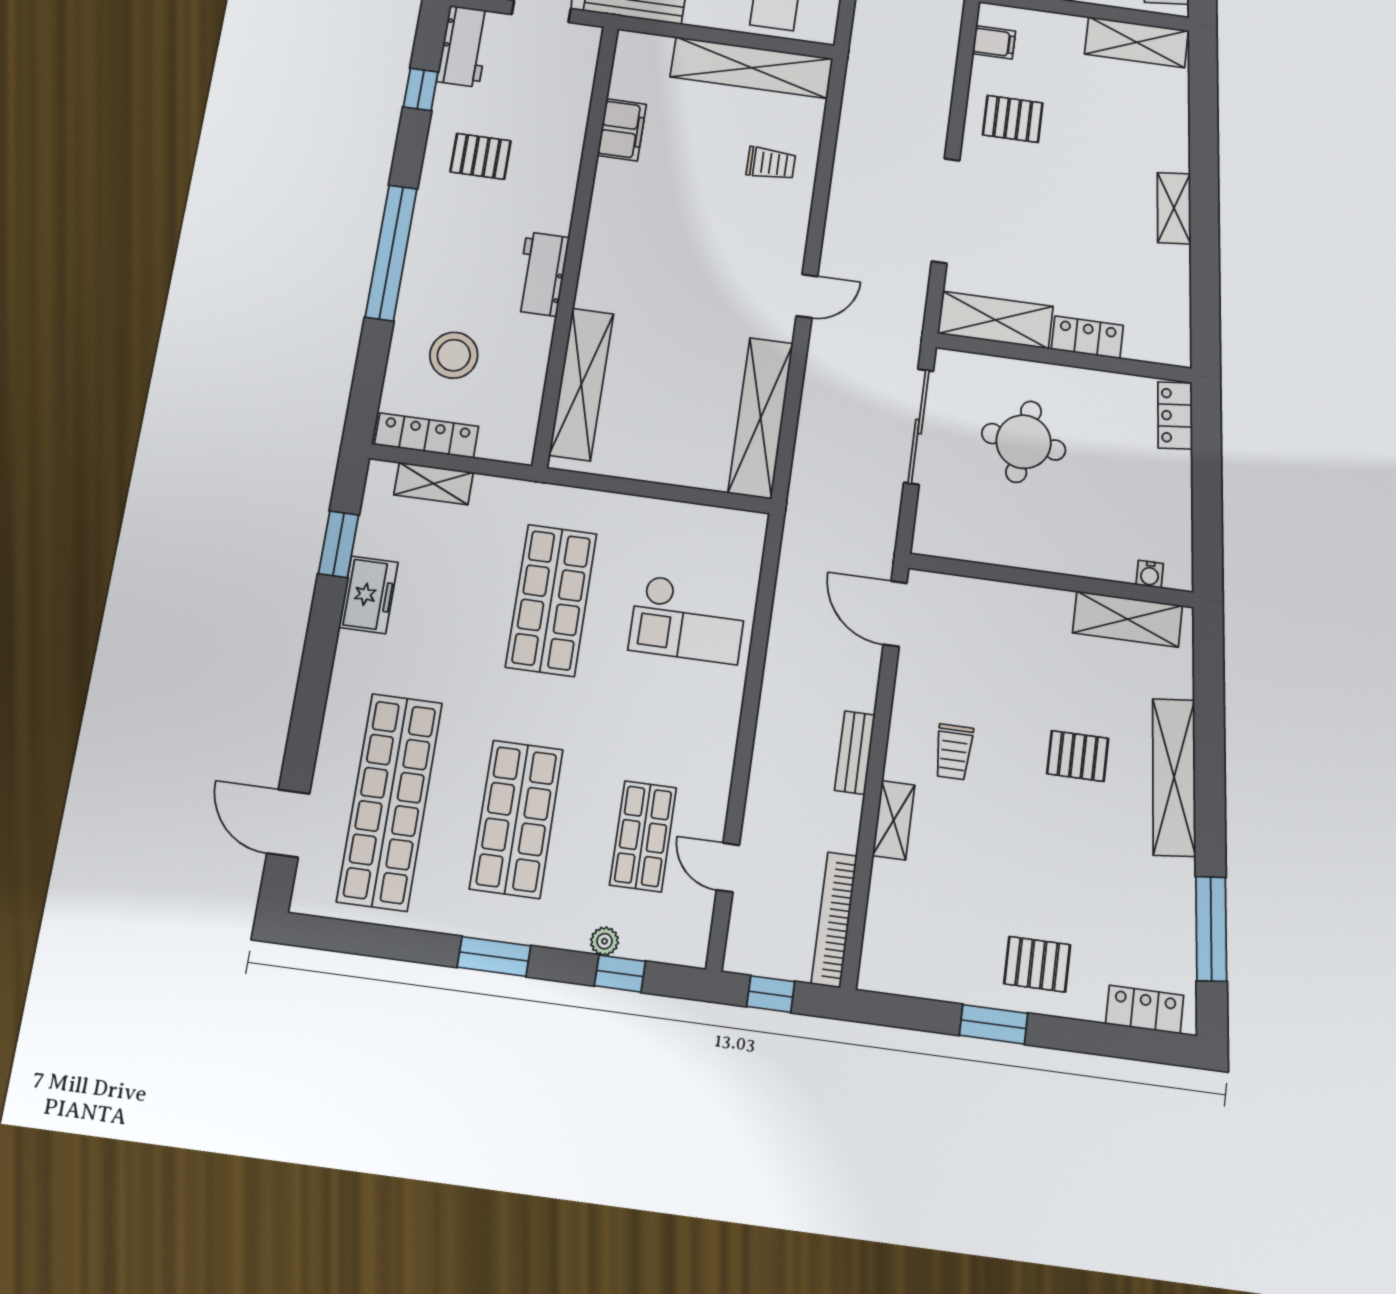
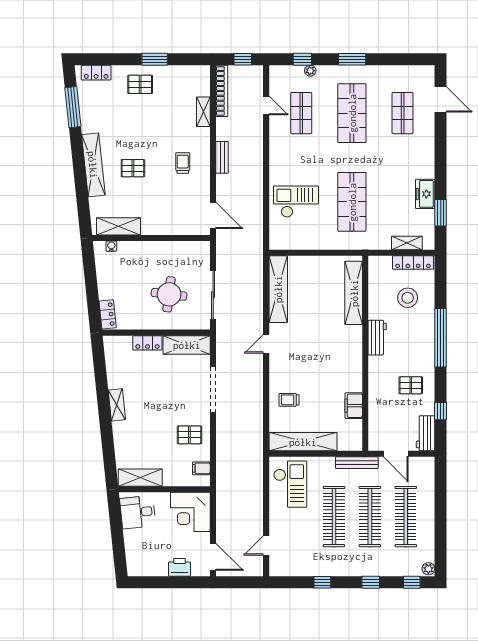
shop shelf: (390, 802) -> (403, 113), width x0.50, depth x0.74
shelving: (894, 820) -> (203, 112), moved

